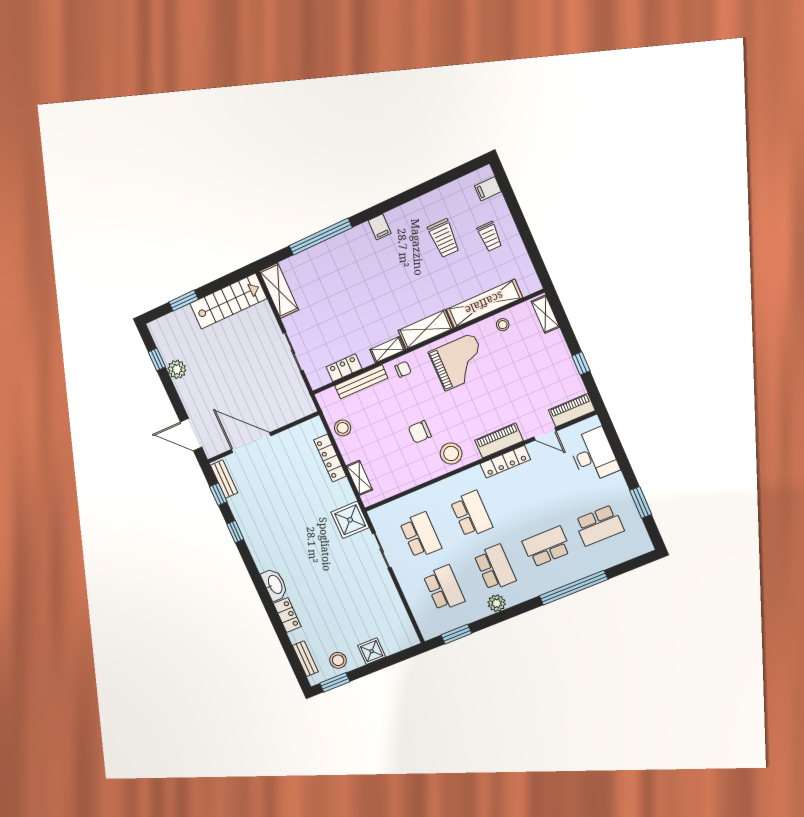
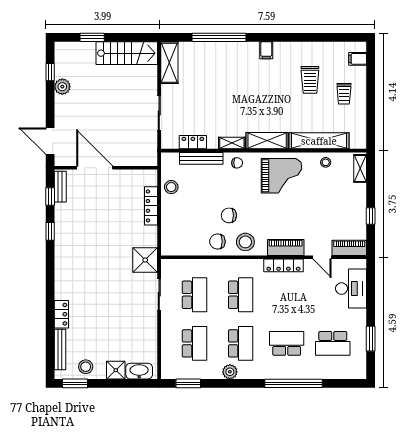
chair: (420, 466) -> (217, 242), added
shelving: (359, 478) -> (167, 231), removed
washbasin: (275, 585) -> (139, 371), moved, turned -90
bench: (305, 659) -> (60, 349), width x1.36

